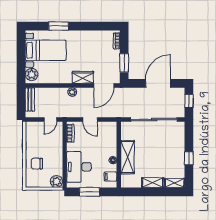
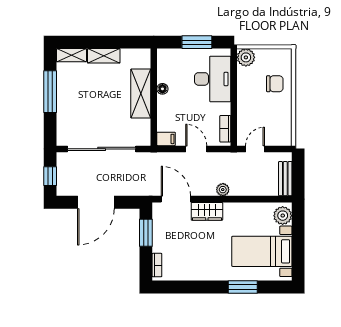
door: (104, 86) -> (176, 199), hinge flipped
window: (189, 158) -> (50, 92), width x2.17
filing cabinet: (110, 177) -> (166, 139), moved

